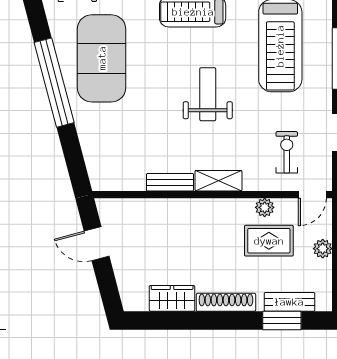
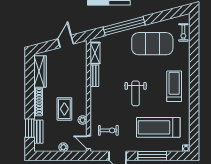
window: (54, 83) -> (124, 26), moved
weight bench: (208, 94) -> (136, 93), turned 90
shelving: (218, 181) -> (95, 53), moved
rug: (269, 241) -> (64, 109), moved
wardrobe: (172, 298) -> (40, 71), width x1.50

